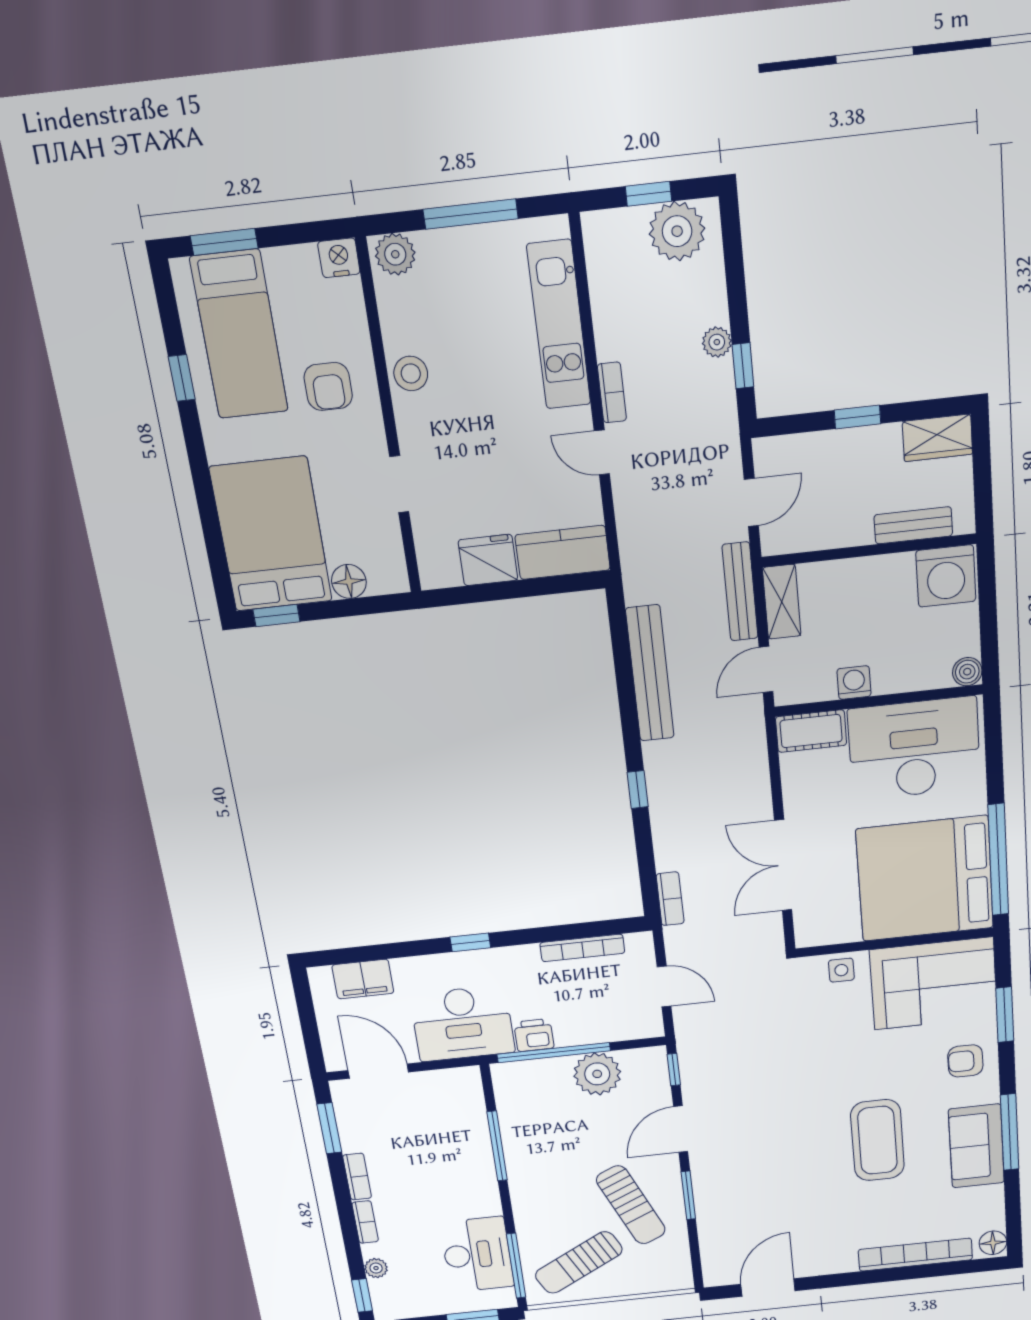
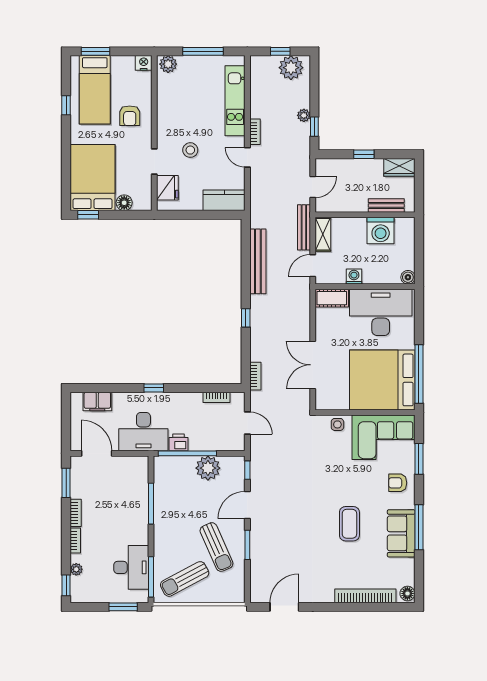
stool: (411, 373) -> (190, 150), moved
fridge: (488, 560) -> (167, 188), moved, turned 90
washing machine: (946, 576) -> (381, 231), moved
bookcase: (582, 948) -> (216, 397), width x0.64
coffee table: (877, 1140) -> (349, 524), width x0.73, depth x0.76

